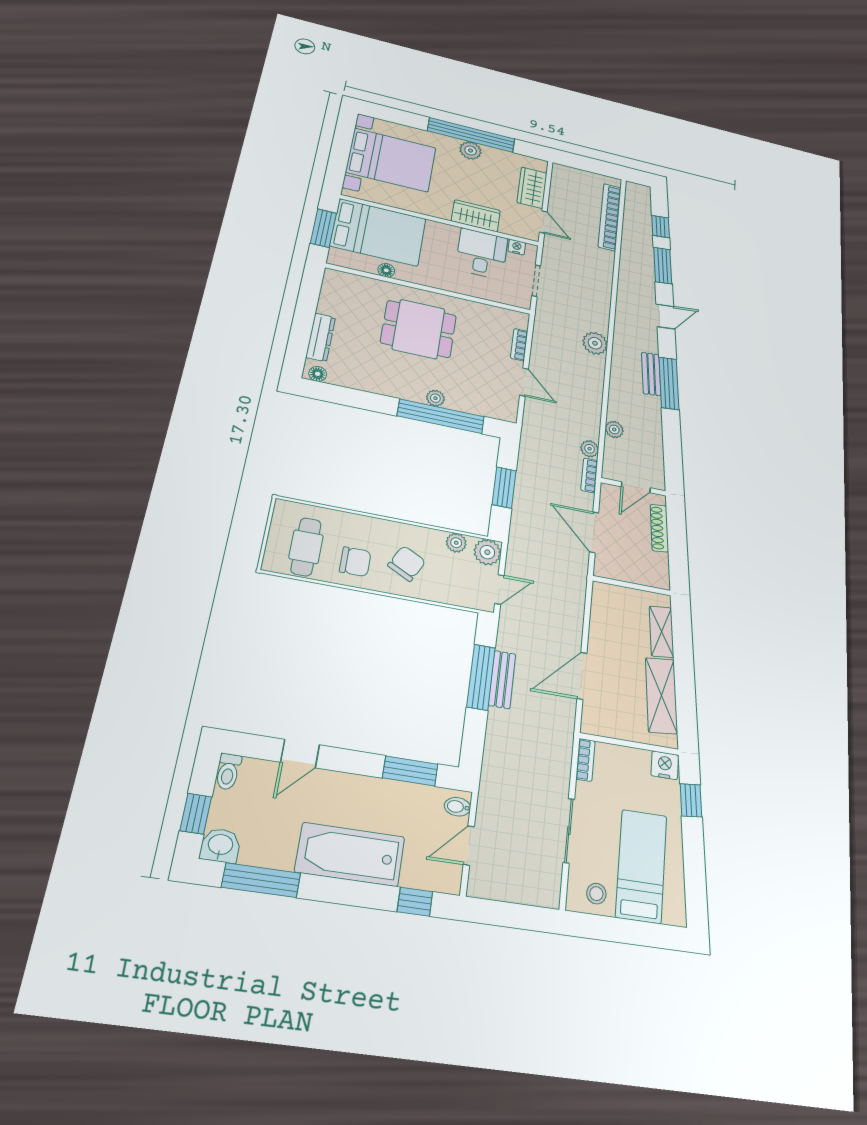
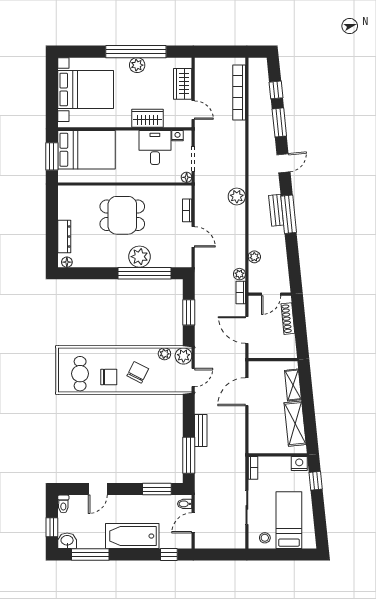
floor lamp: (386, 270) -> (187, 177), moved
plant: (435, 398) -> (139, 257), width x1.87, depth x1.87
door: (582, 676) -> (247, 392), moved
window: (481, 677) -> (189, 455), moved

